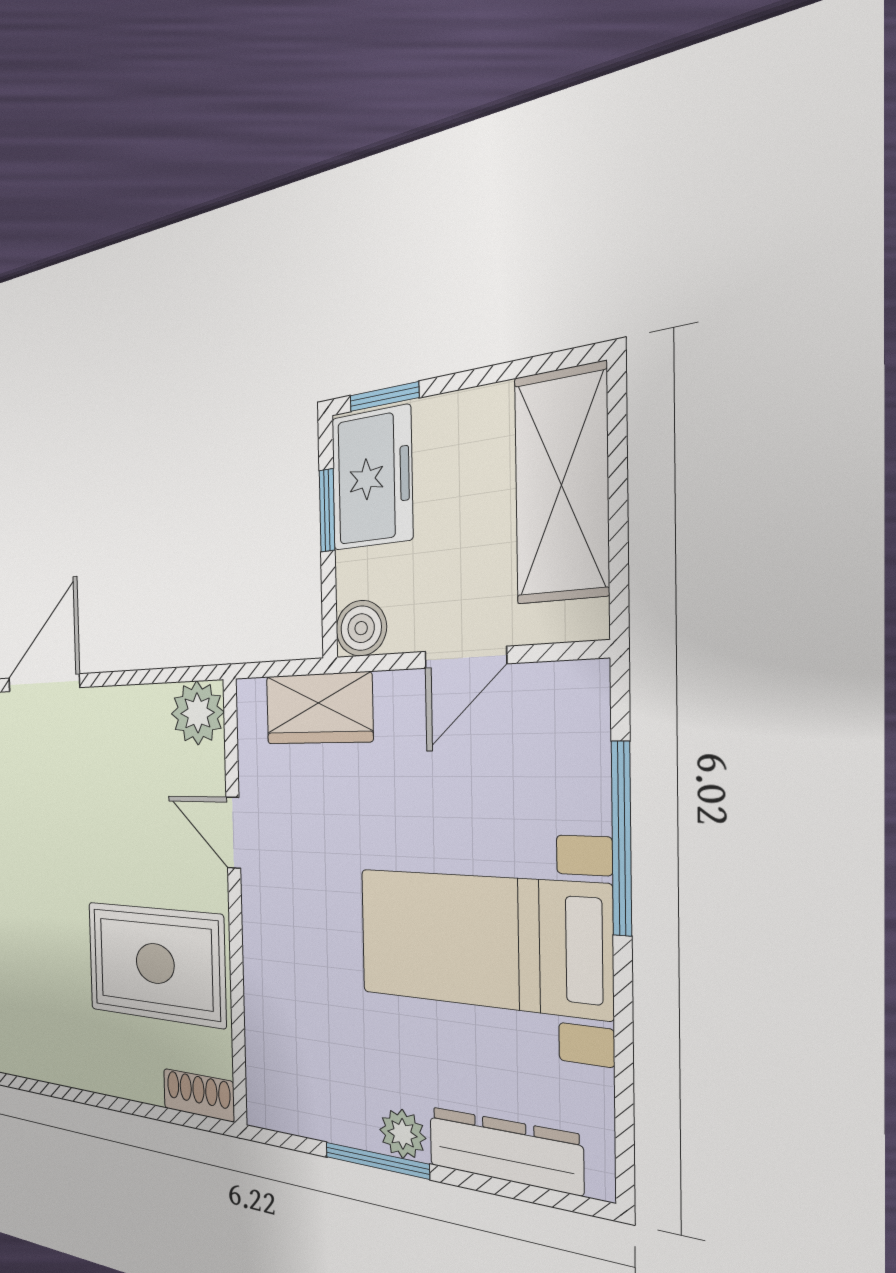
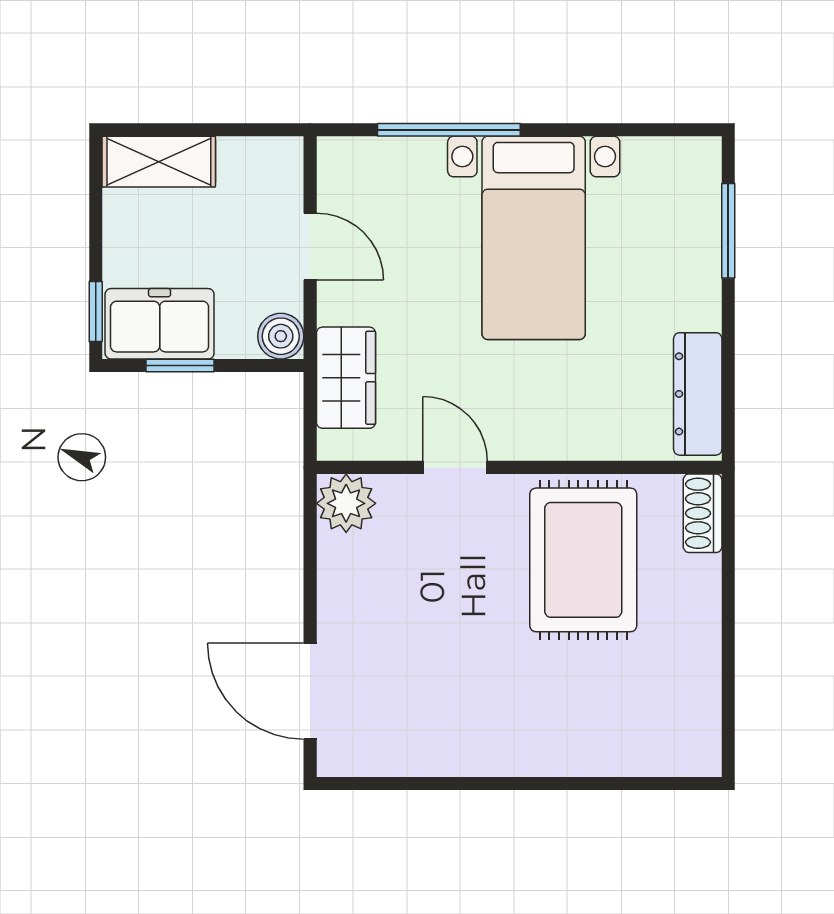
shelving: (561, 485) -> (159, 162), width x0.67, depth x0.75
door: (233, 833) -> (455, 467), swing flipped
plant: (402, 1134) -> (701, 307), removed
dresser: (504, 1150) -> (698, 394), moved
window: (377, 1160) -> (728, 231), moved

